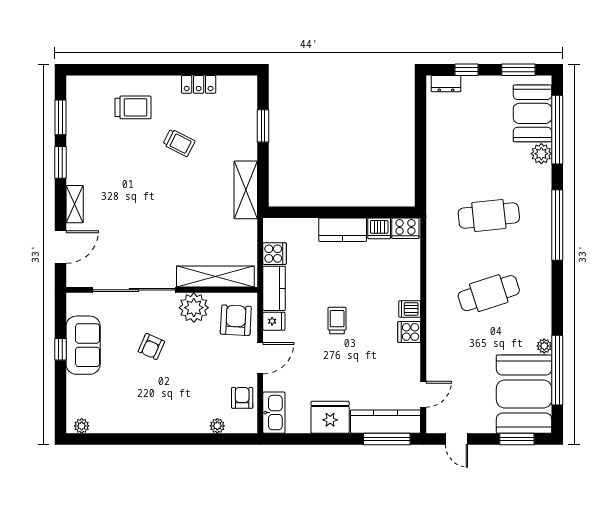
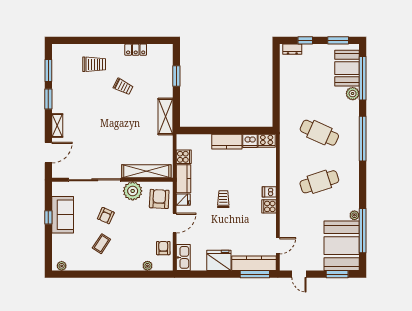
cafe table: (489, 216) -> (319, 133), turned 30
coffee table: (144, 391) -> (101, 244), added

